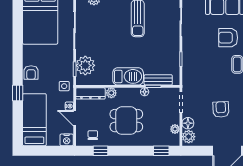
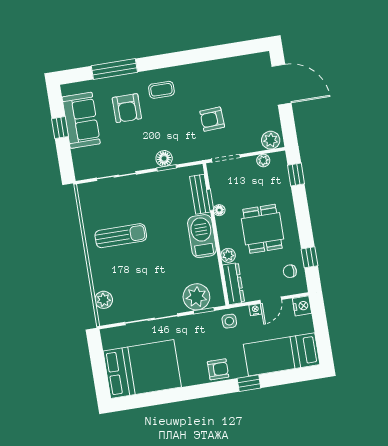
armchair: (221, 109) -> (212, 119), moved
floor lamp: (188, 123) -> (164, 158), moved

